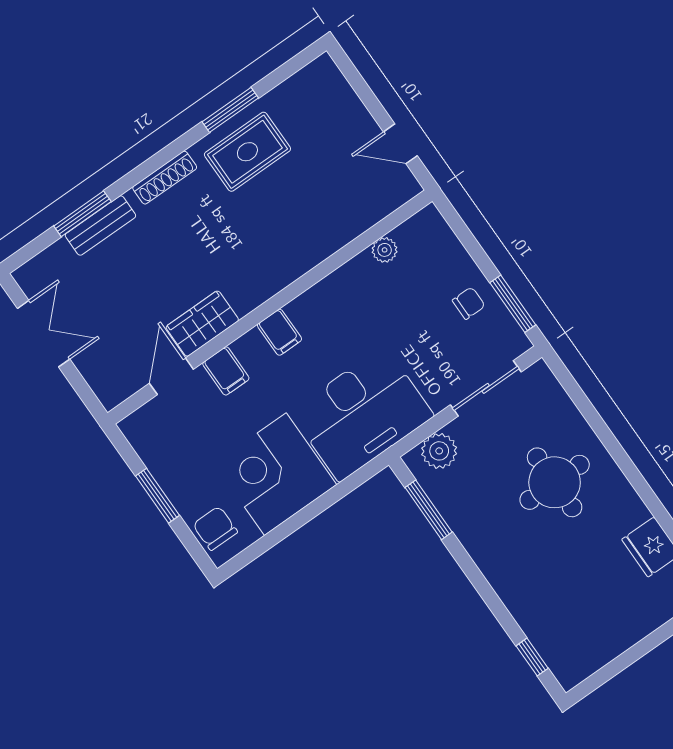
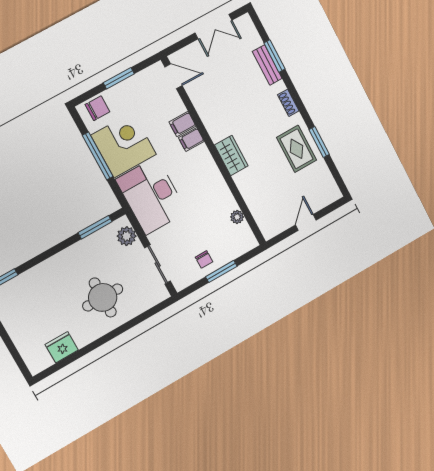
door: (400, 144) -> (306, 222), moved
shoe rack: (165, 178) -> (288, 103), width x0.70
window: (513, 304) -> (221, 271), moved
wardrobe: (202, 324) -> (231, 155), moved
filing cabinet: (279, 332) -> (191, 139), moved
door: (171, 376) -> (174, 76), moved
window: (300, 519) -> (98, 156), added

